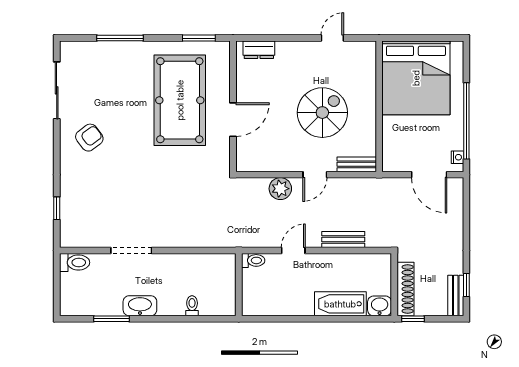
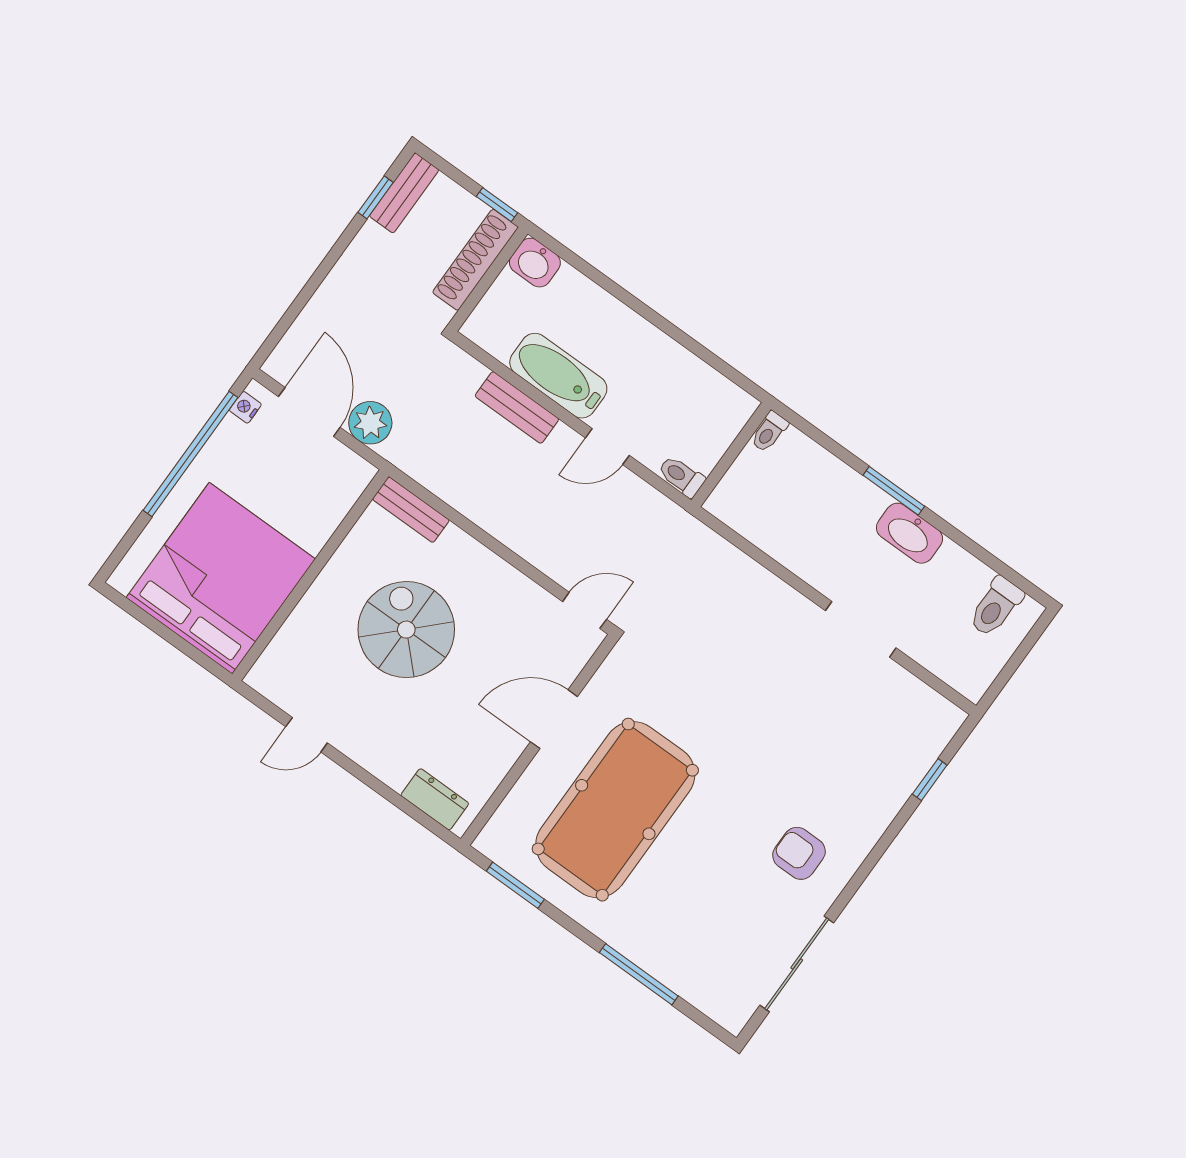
spiral stairs: (322, 113) -> (406, 630), turned 90
armchair: (89, 138) -> (799, 853), turned 37
door: (315, 175) -> (585, 610), moved
plant: (280, 189) -> (370, 423), moved
toilet: (75, 262) -> (996, 607), moved, turned -90
bathtub: (340, 304) -> (558, 376), moved, turned 180
toilet: (192, 306) -> (769, 432), moved
window: (112, 319) -> (894, 491), moved

